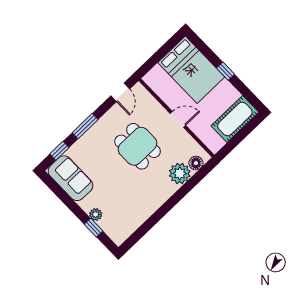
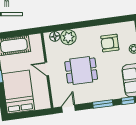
dining table: (138, 146) -> (81, 70), turned 90
armchair: (128, 201) -> (110, 43), added

